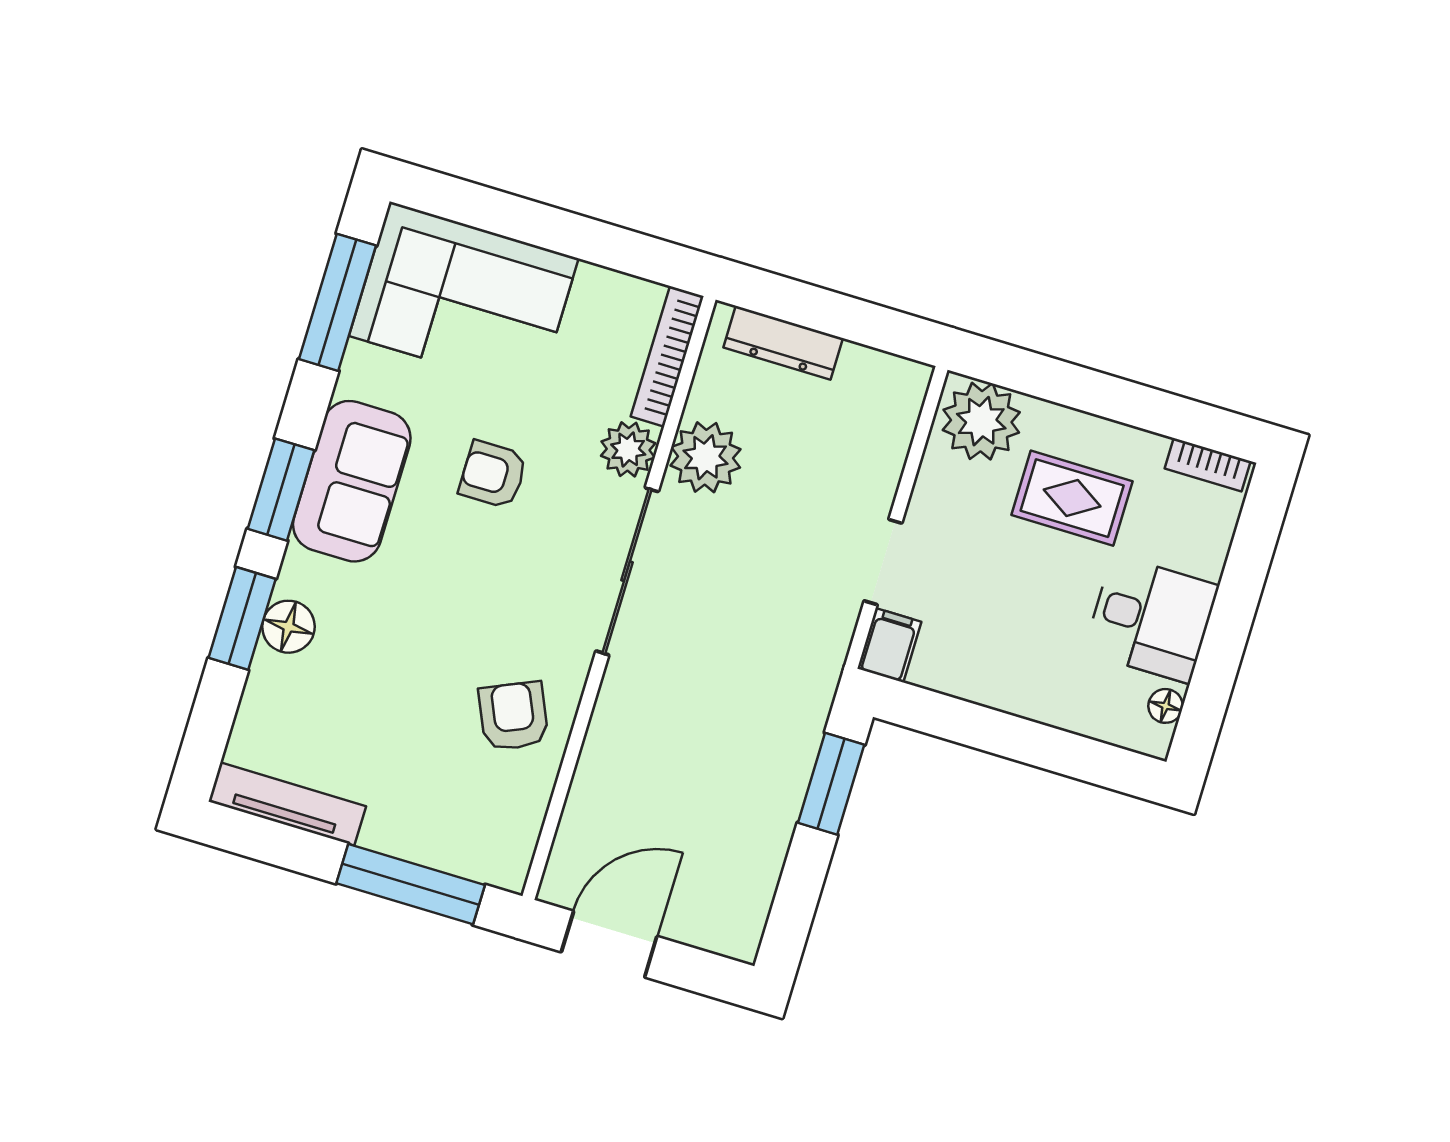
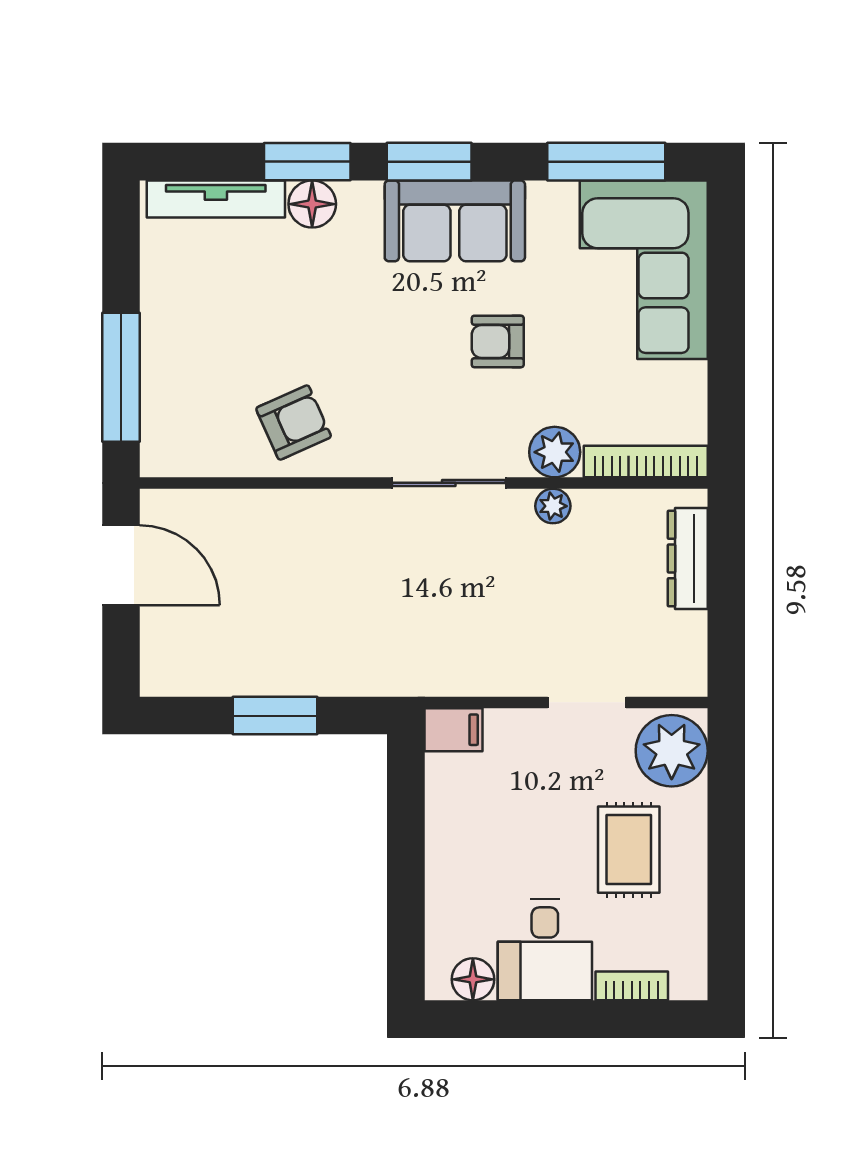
plant: (706, 457) -> (553, 506), width x0.53, depth x0.53
bookcase: (1208, 465) -> (632, 986), moved, turned 90
armchair: (493, 474) -> (498, 341), turned -90
doorway: (883, 562) -> (587, 702), moved
sliding door: (627, 571) -> (449, 483), width x0.73
floor lamp: (1166, 706) -> (473, 979), width x1.37, depth x1.37
window: (831, 784) -> (275, 716), moved
tv unit: (287, 804) -> (216, 199), moved, turned 90

